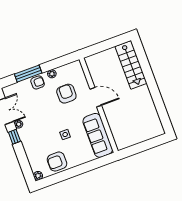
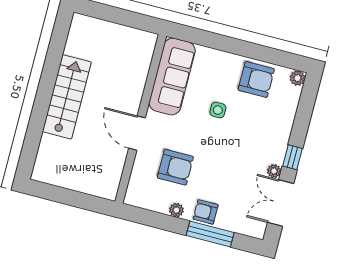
stairs: (131, 65) -> (67, 97), moved
armchair: (66, 94) -> (175, 167), turned -90

